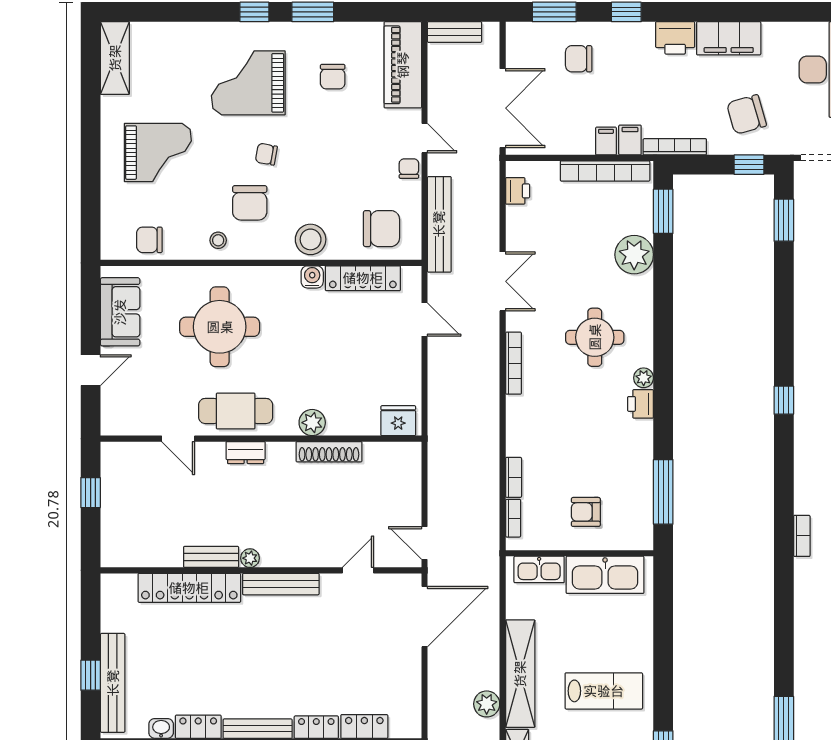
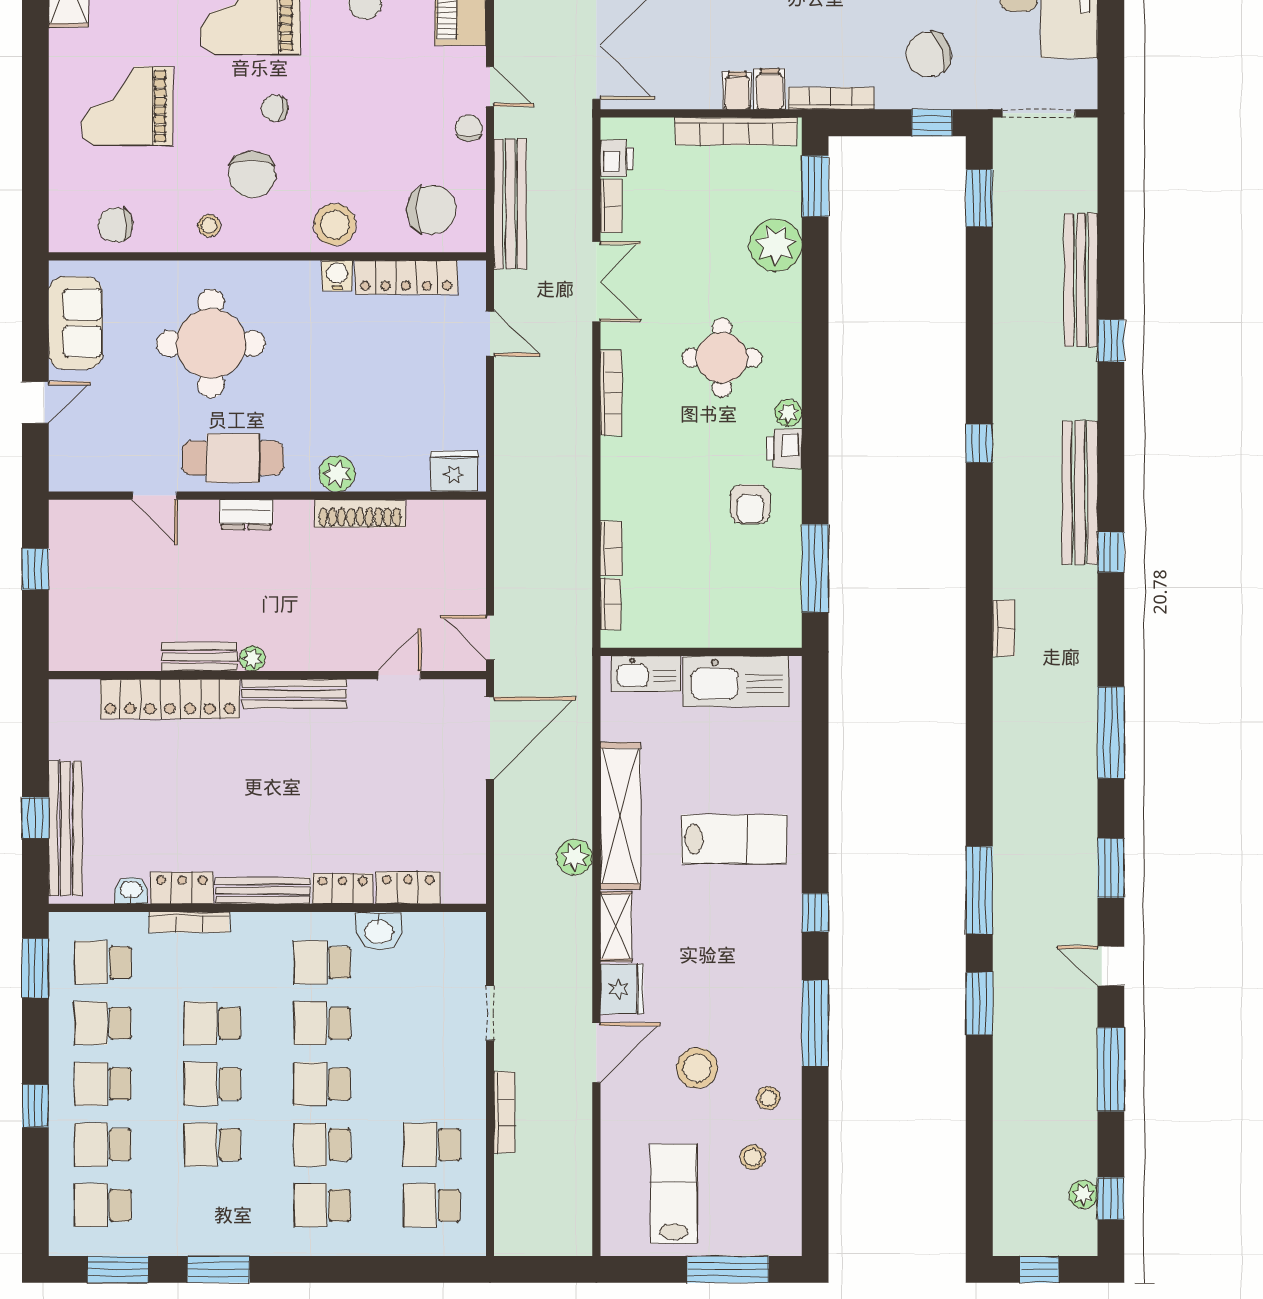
grand piano: (158, 153) -> (127, 106), turned 180
bookcase: (513, 226) -> (611, 206), added
armchair: (586, 512) -> (750, 504), moved, turned -90

